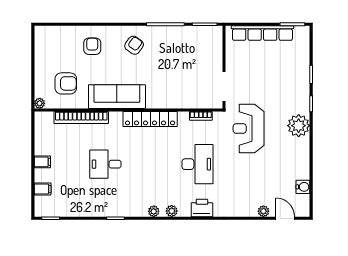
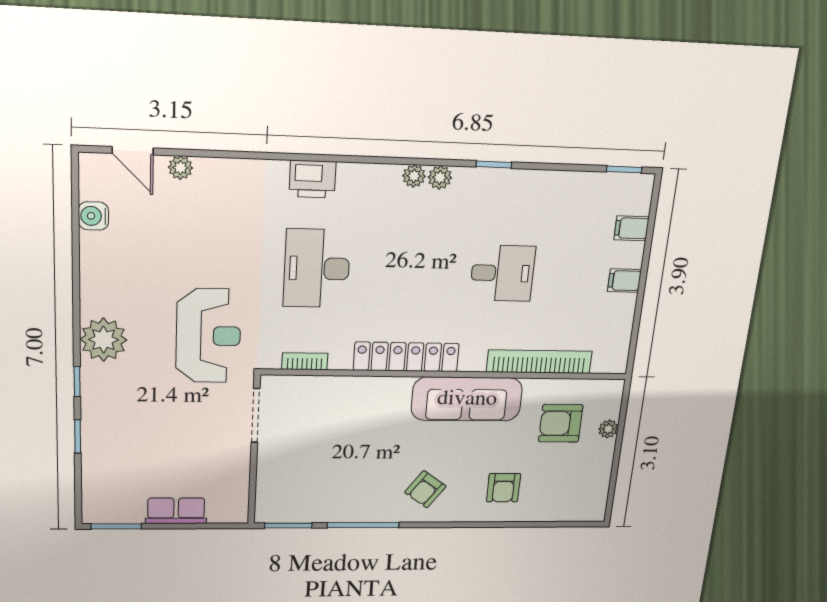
row of seats: (262, 33) -> (176, 511), width x0.50
plant: (40, 103) -> (608, 429), moved
plant: (172, 211) -> (440, 177), moved

